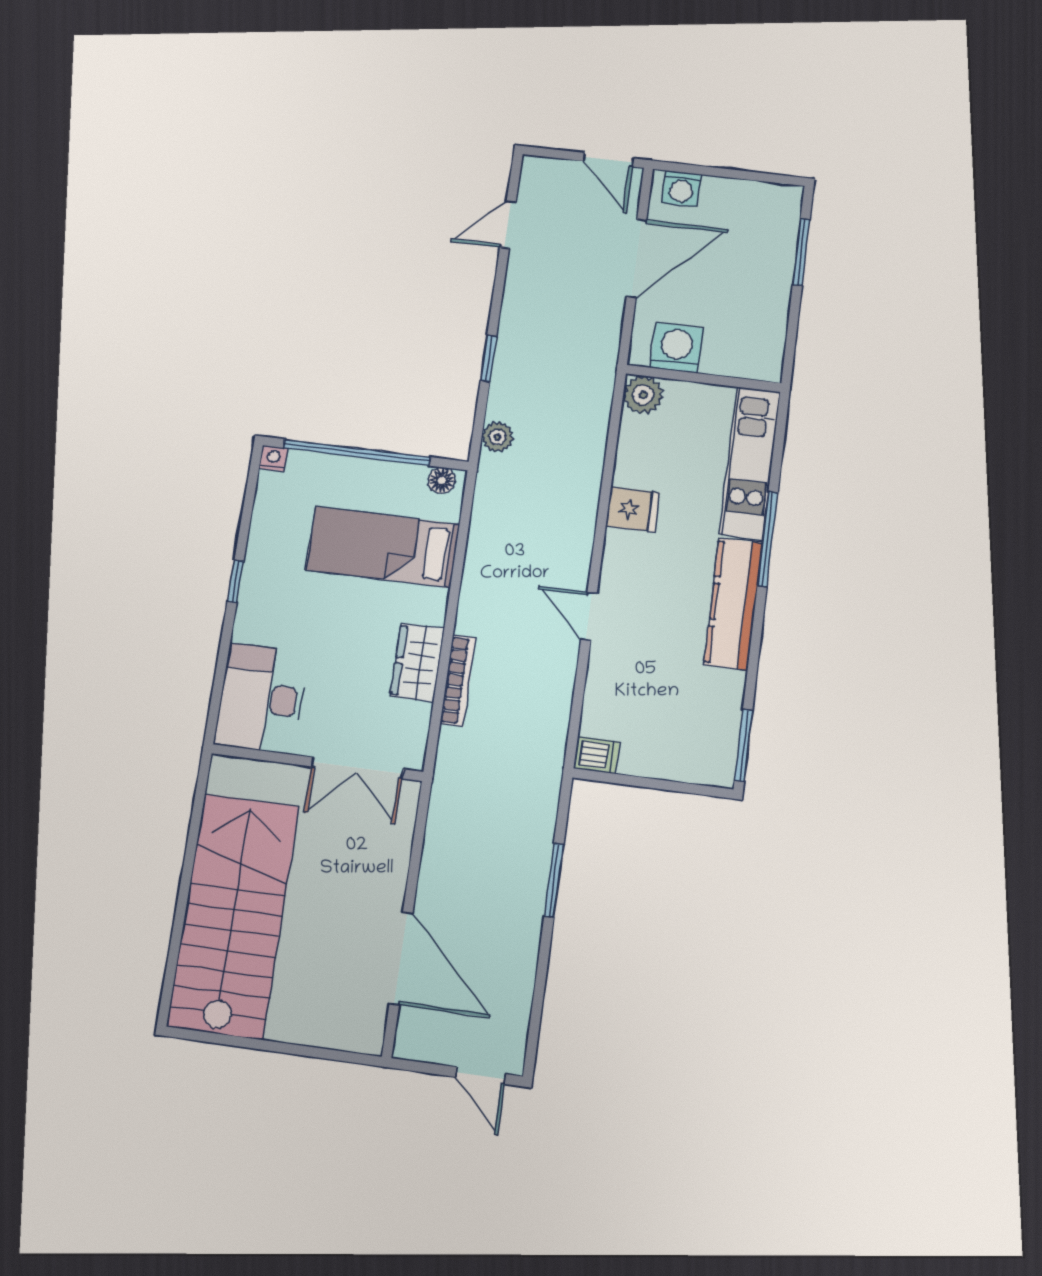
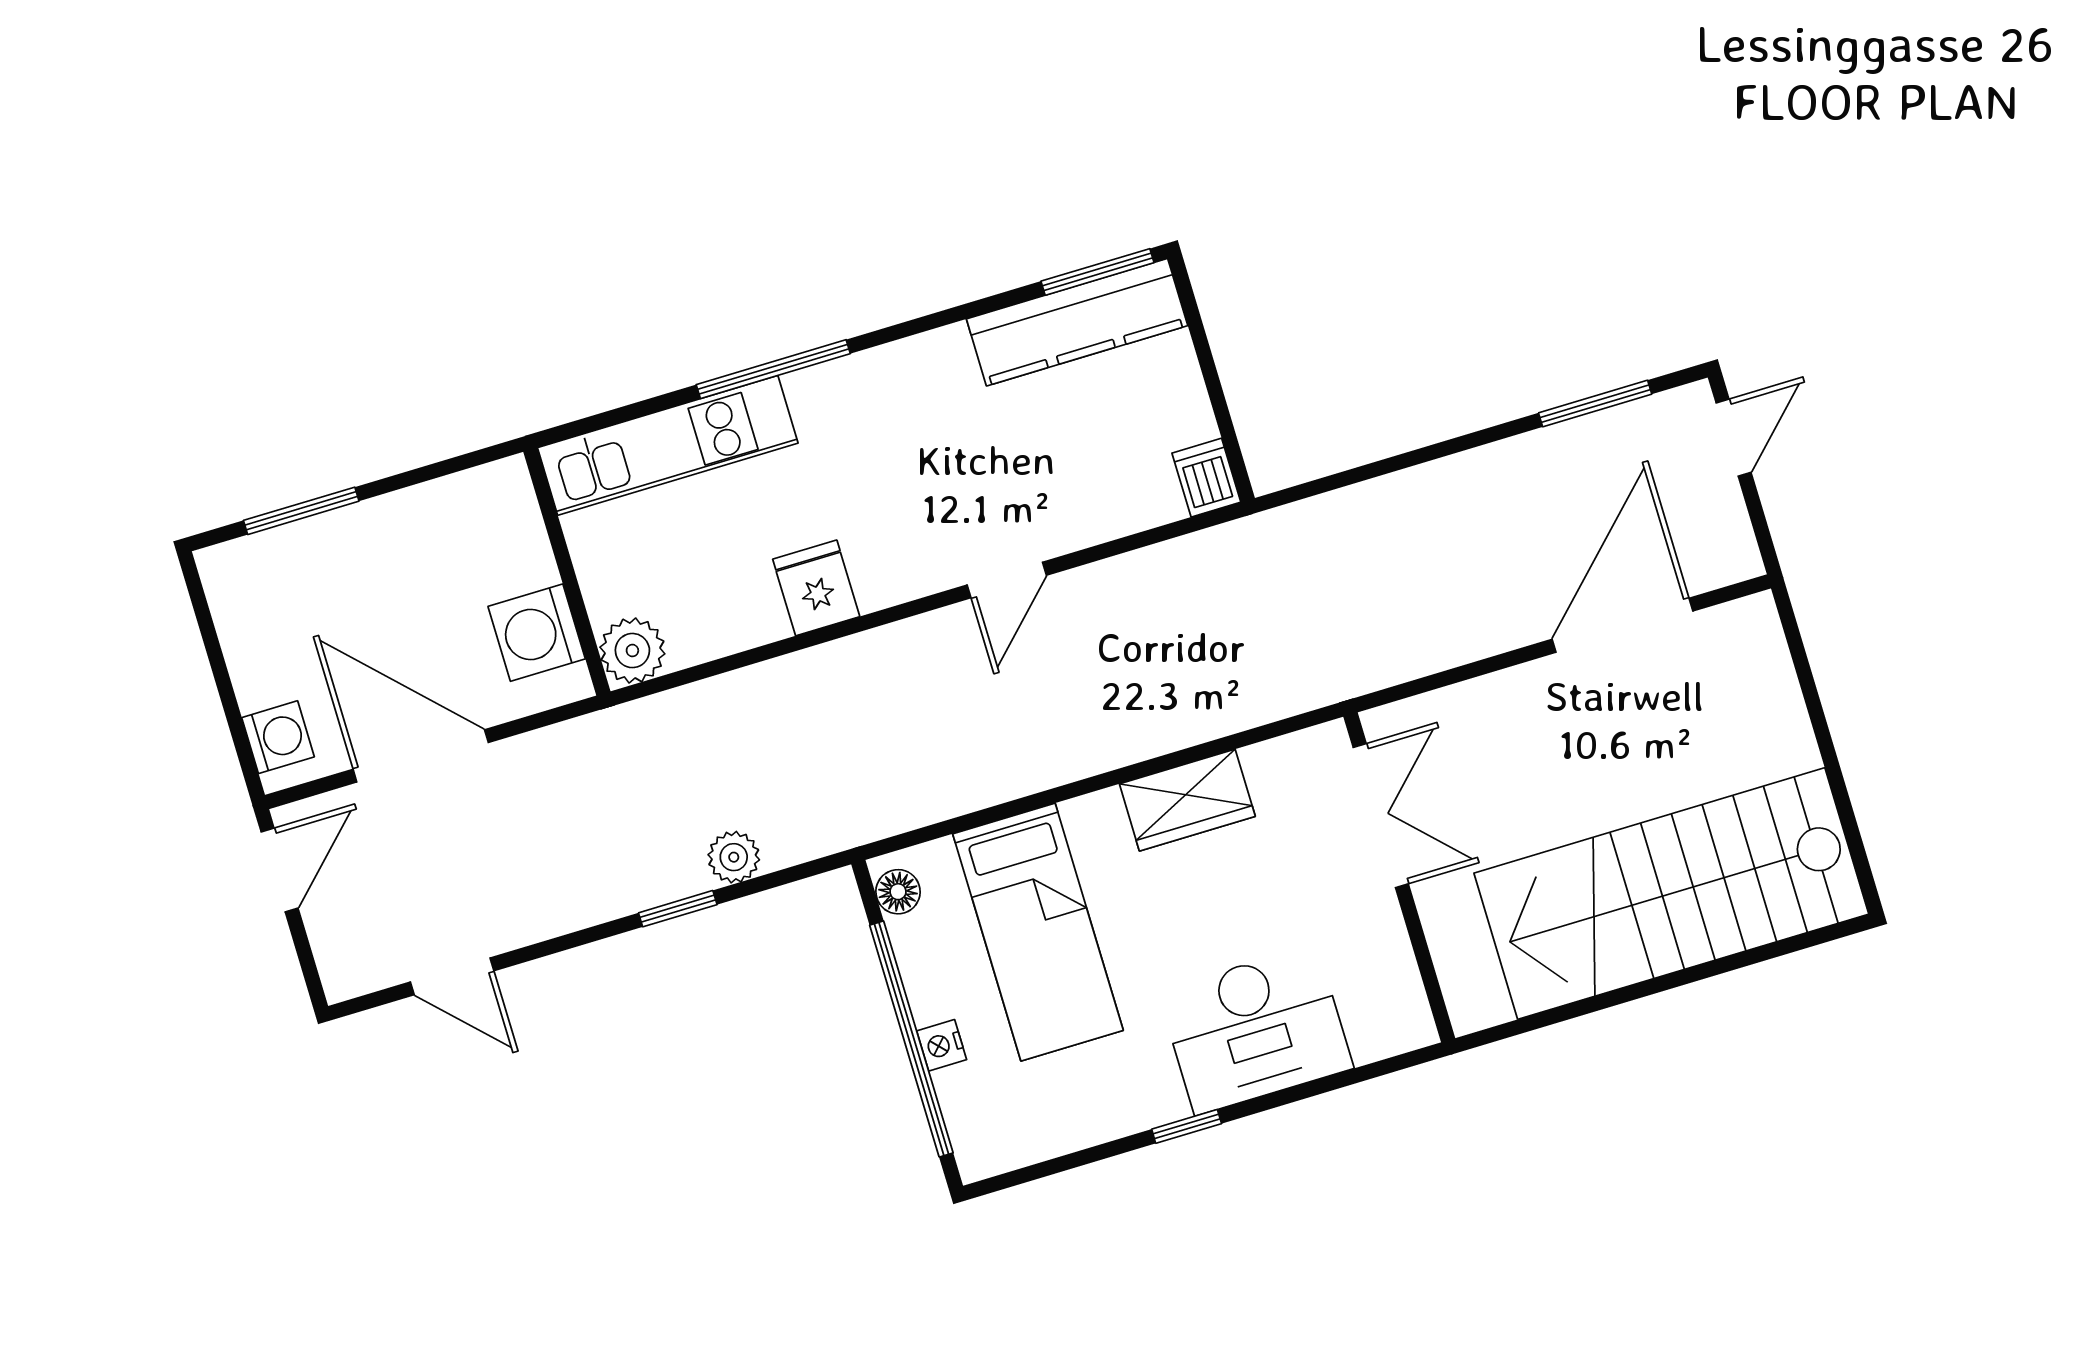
plant: (497, 437) -> (734, 857), moved
nightstand: (273, 458) -> (942, 1045), moved
kitchen counter: (733, 604) -> (1077, 322), moved
bookcase: (458, 680) -> (1187, 728), removed
desk: (262, 698) -> (1256, 1030), moved
window: (554, 880) -> (1595, 404), moved

